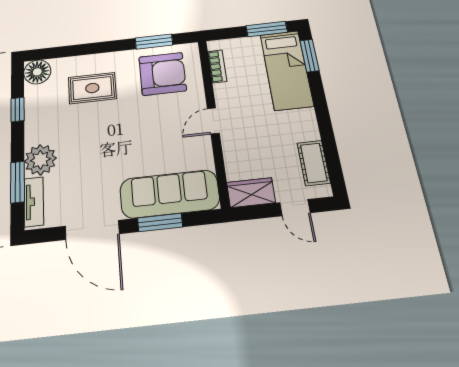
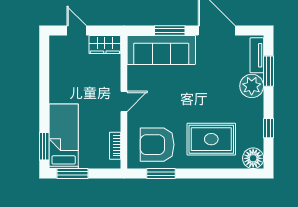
rug: (92, 88) -> (211, 139), width x1.36, depth x1.43
cot: (314, 163) -> (58, 61), removed

